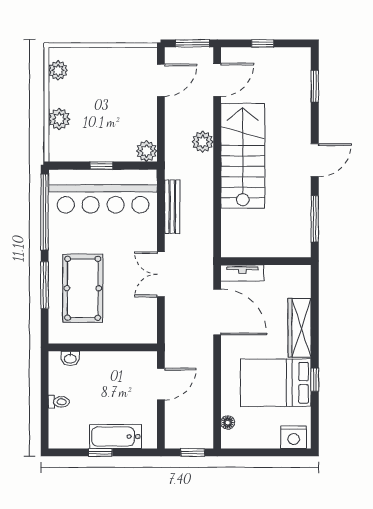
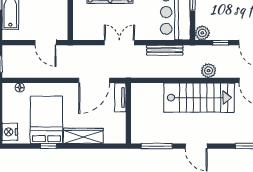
window: (161, 124) -> (221, 43), added

